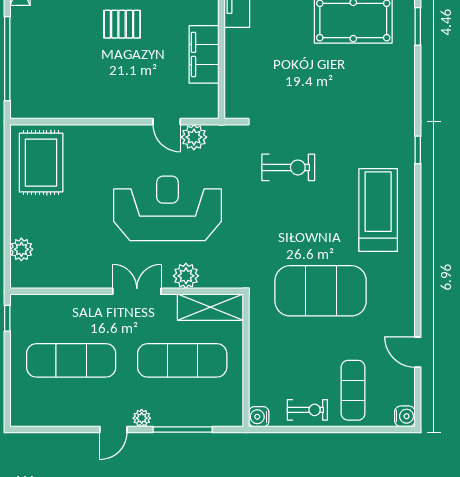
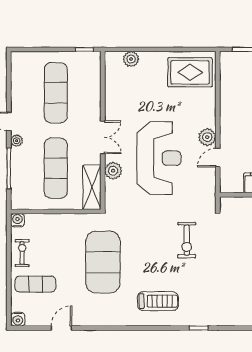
plant: (194, 137) -> (207, 137), moved
treadmill: (378, 210) -> (158, 301), width x0.73, depth x0.73
exercise bike: (307, 410) -> (22, 253), turned 180

